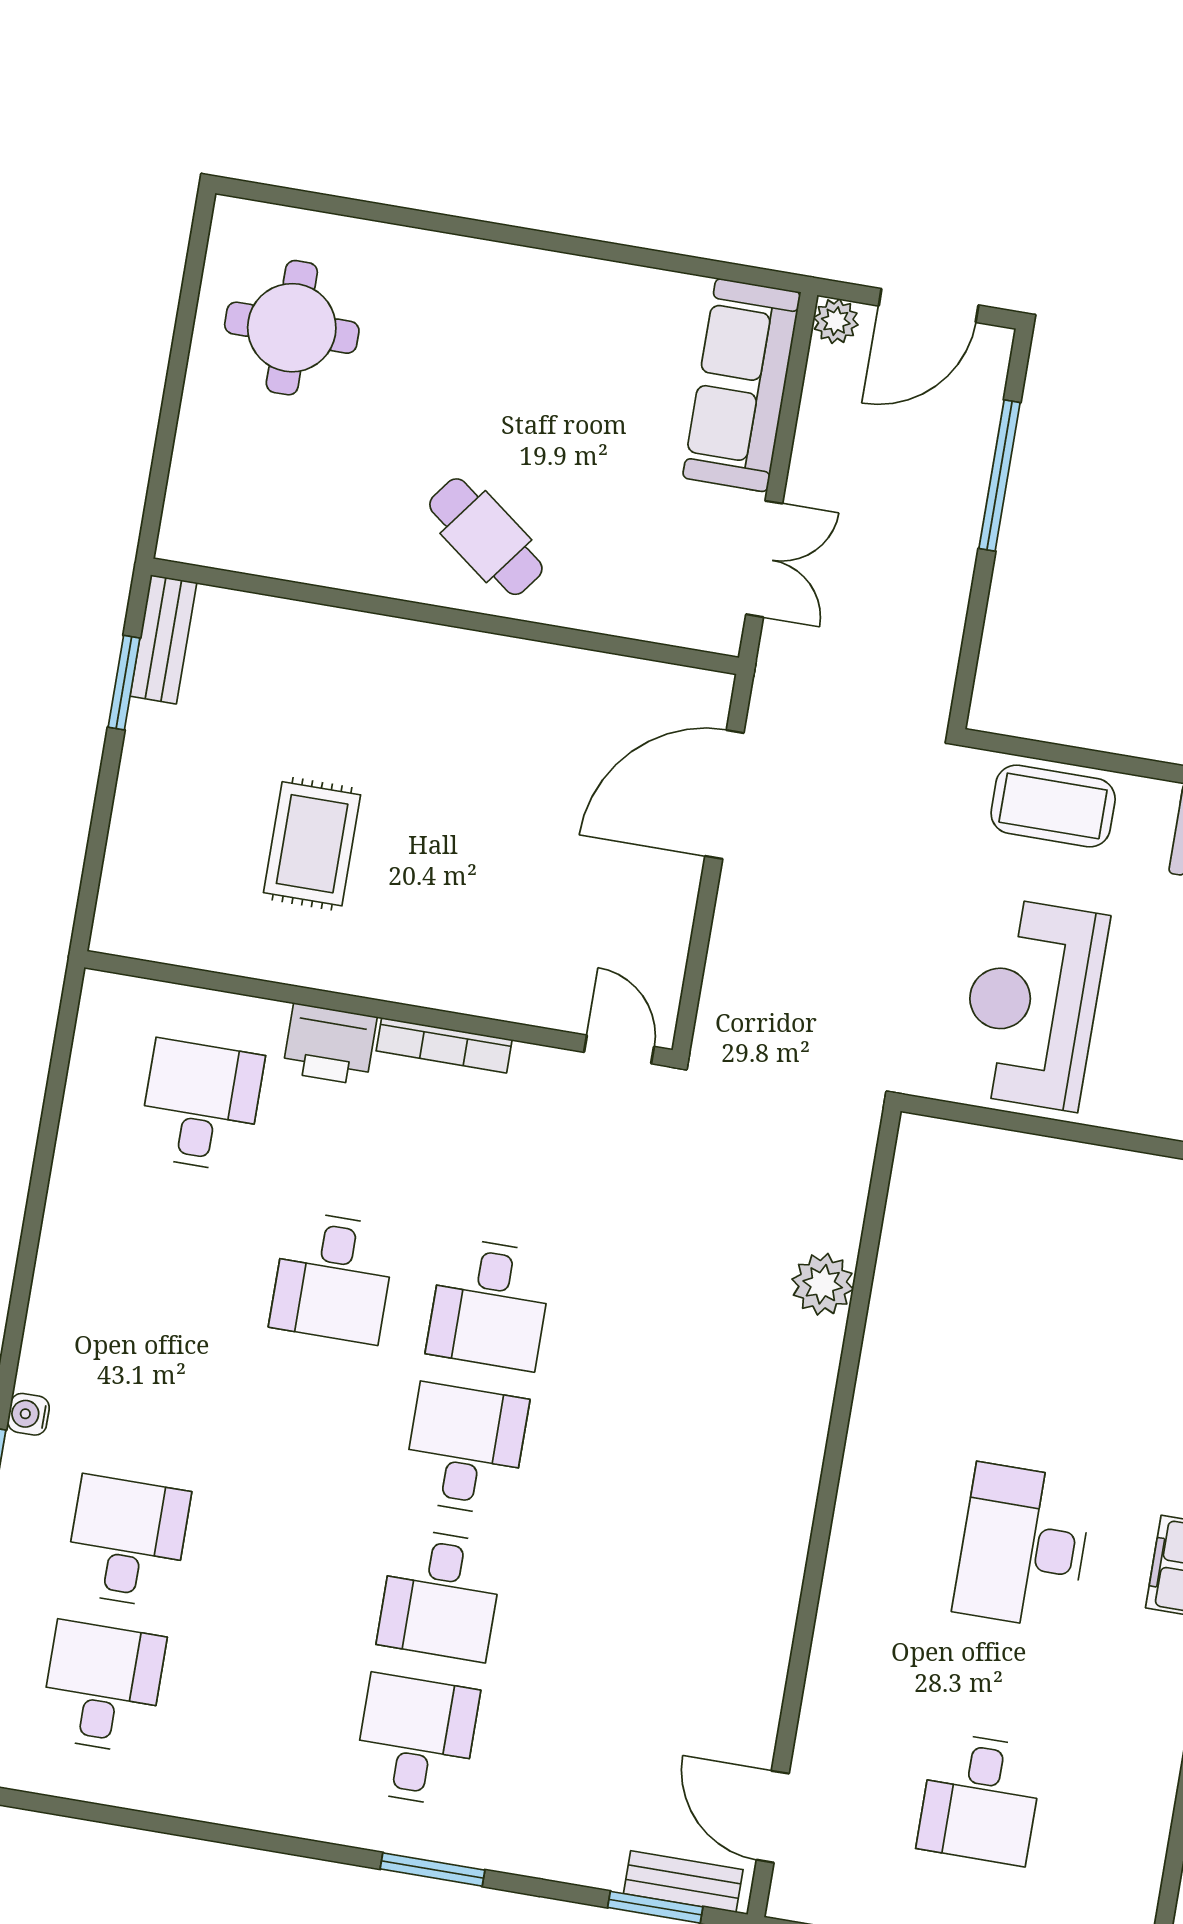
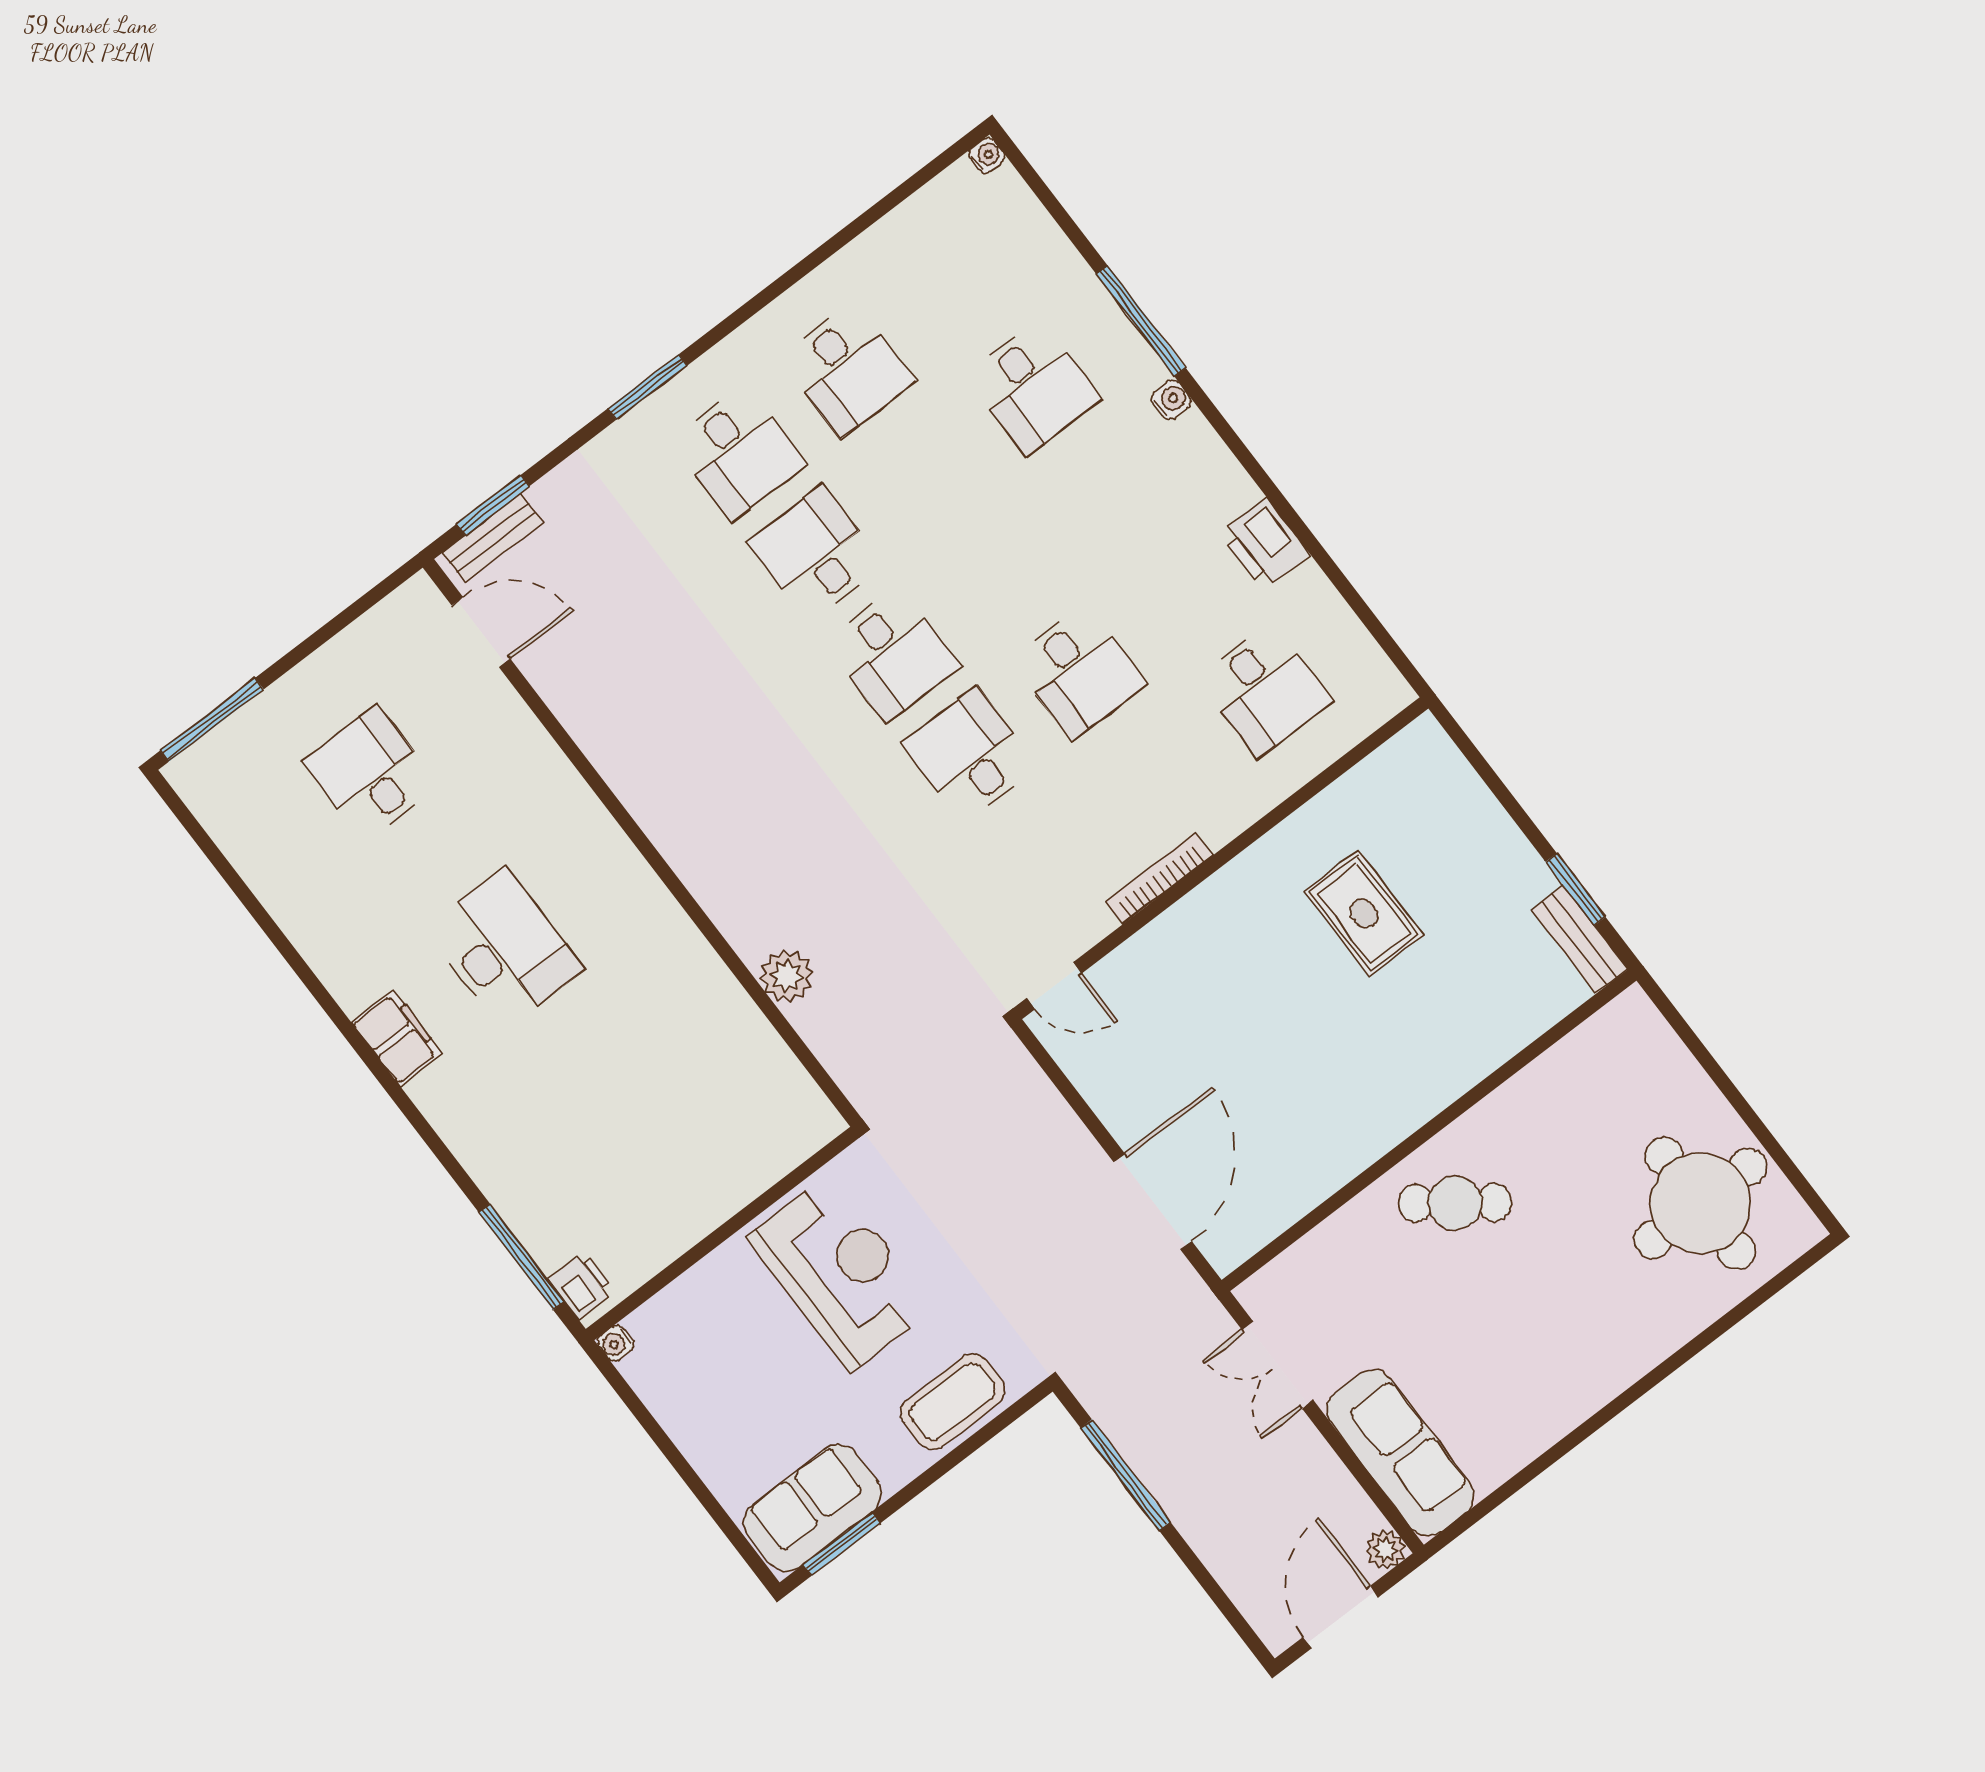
round table: (292, 328) -> (1700, 1203), width x1.36, depth x1.36
window: (1000, 476) -> (1126, 1475), moved
printer: (330, 1044) -> (1265, 544), moved, turned -90
desk: (333, 1277) -> (1079, 672), turned 180
desk: (103, 1687) -> (847, 370), moved

